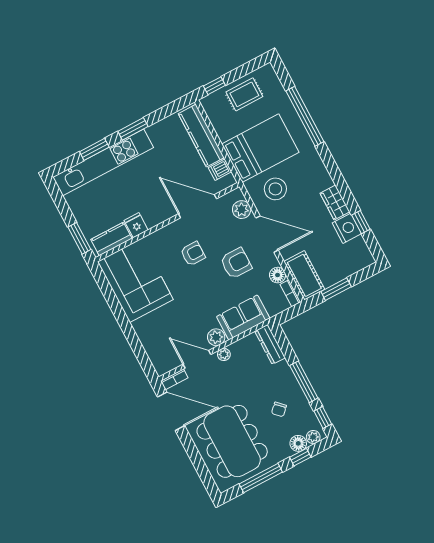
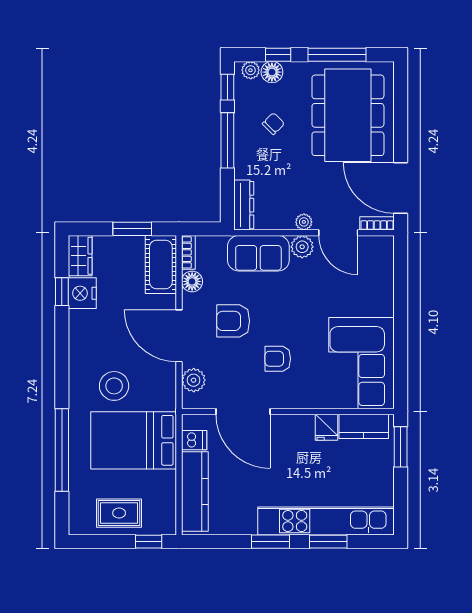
stool: (275, 189) -> (114, 386), moved
wardrobe: (335, 202) -> (80, 256), moved

